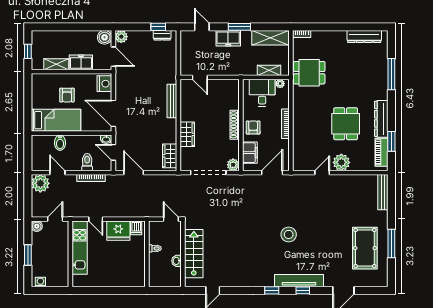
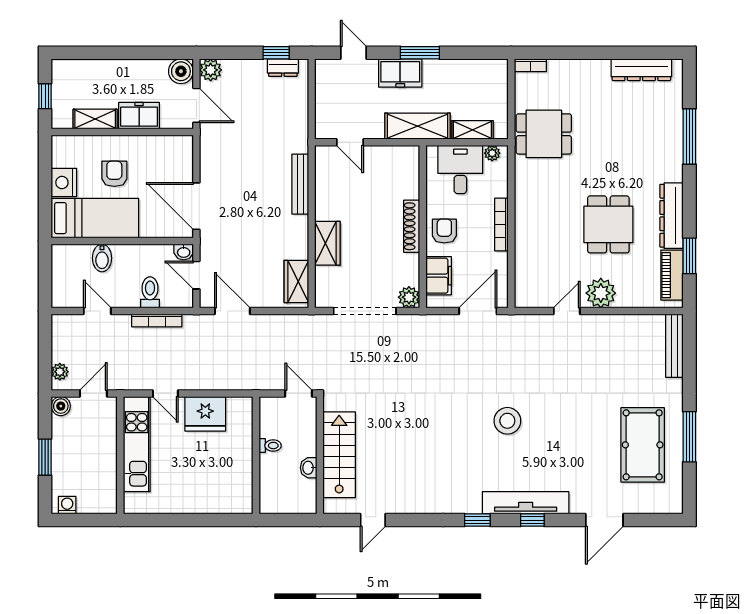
shelving: (270, 38) -> (417, 126), moved
nightstand: (104, 84) -> (64, 183), moved, turned 180
armchair: (67, 95) -> (114, 174), turned 180
plant: (40, 183) -> (60, 372), moved, width x0.53, depth x0.53
dishwasher: (136, 228) -> (237, 409), removed

